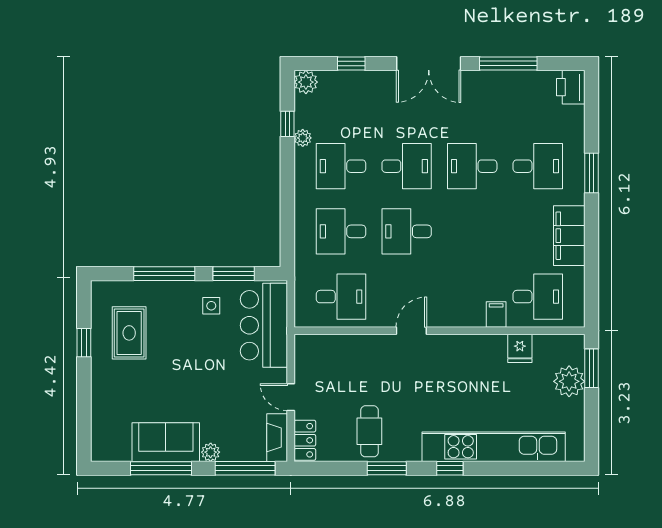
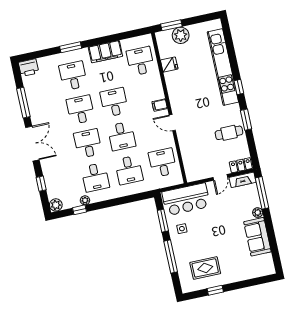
desk: (472, 166) -> (80, 110), turned 180
desk: (472, 231) -> (114, 102), added
filing cabinet: (496, 314) -> (160, 105), moved
window: (161, 468) -> (271, 236), removed

